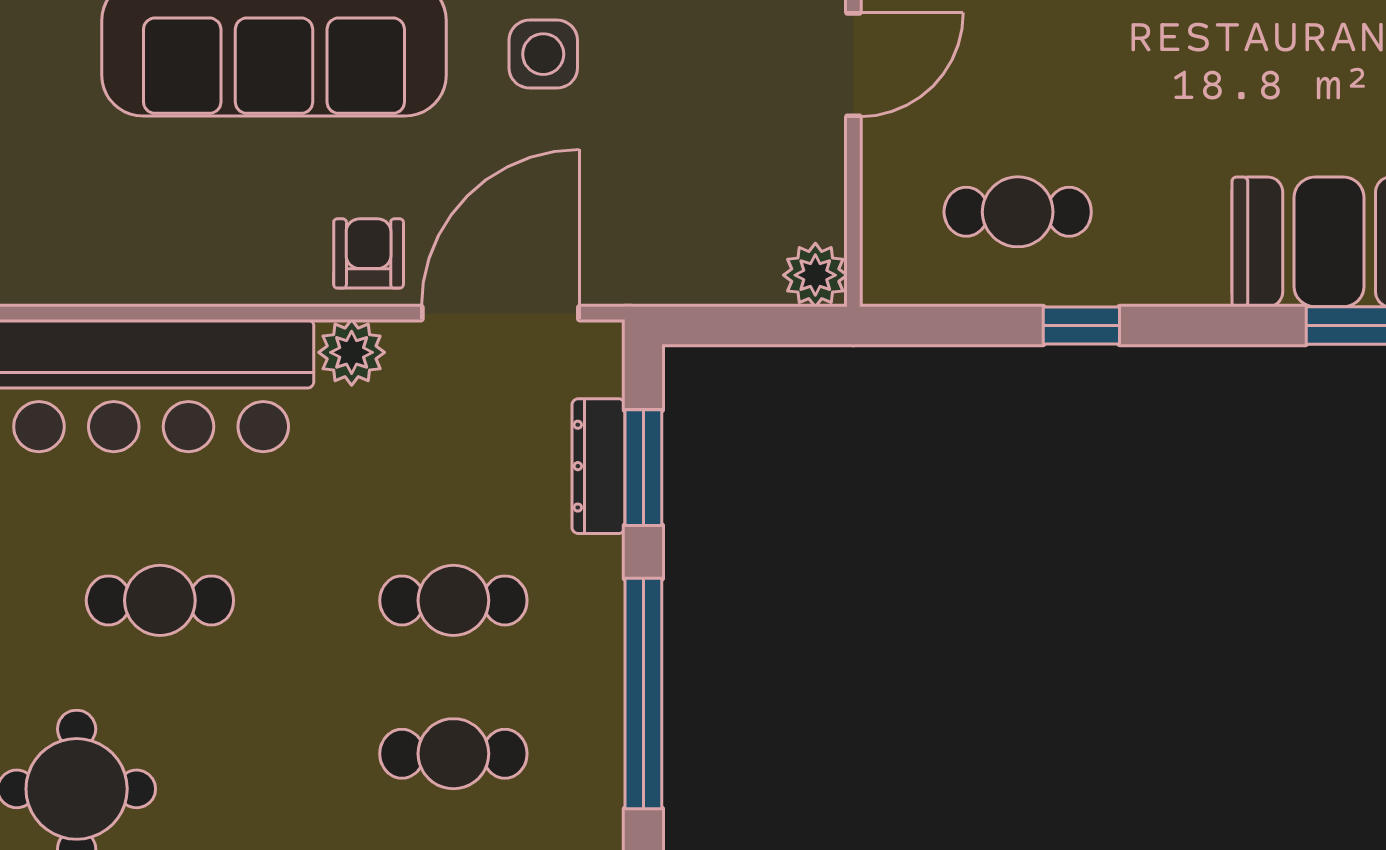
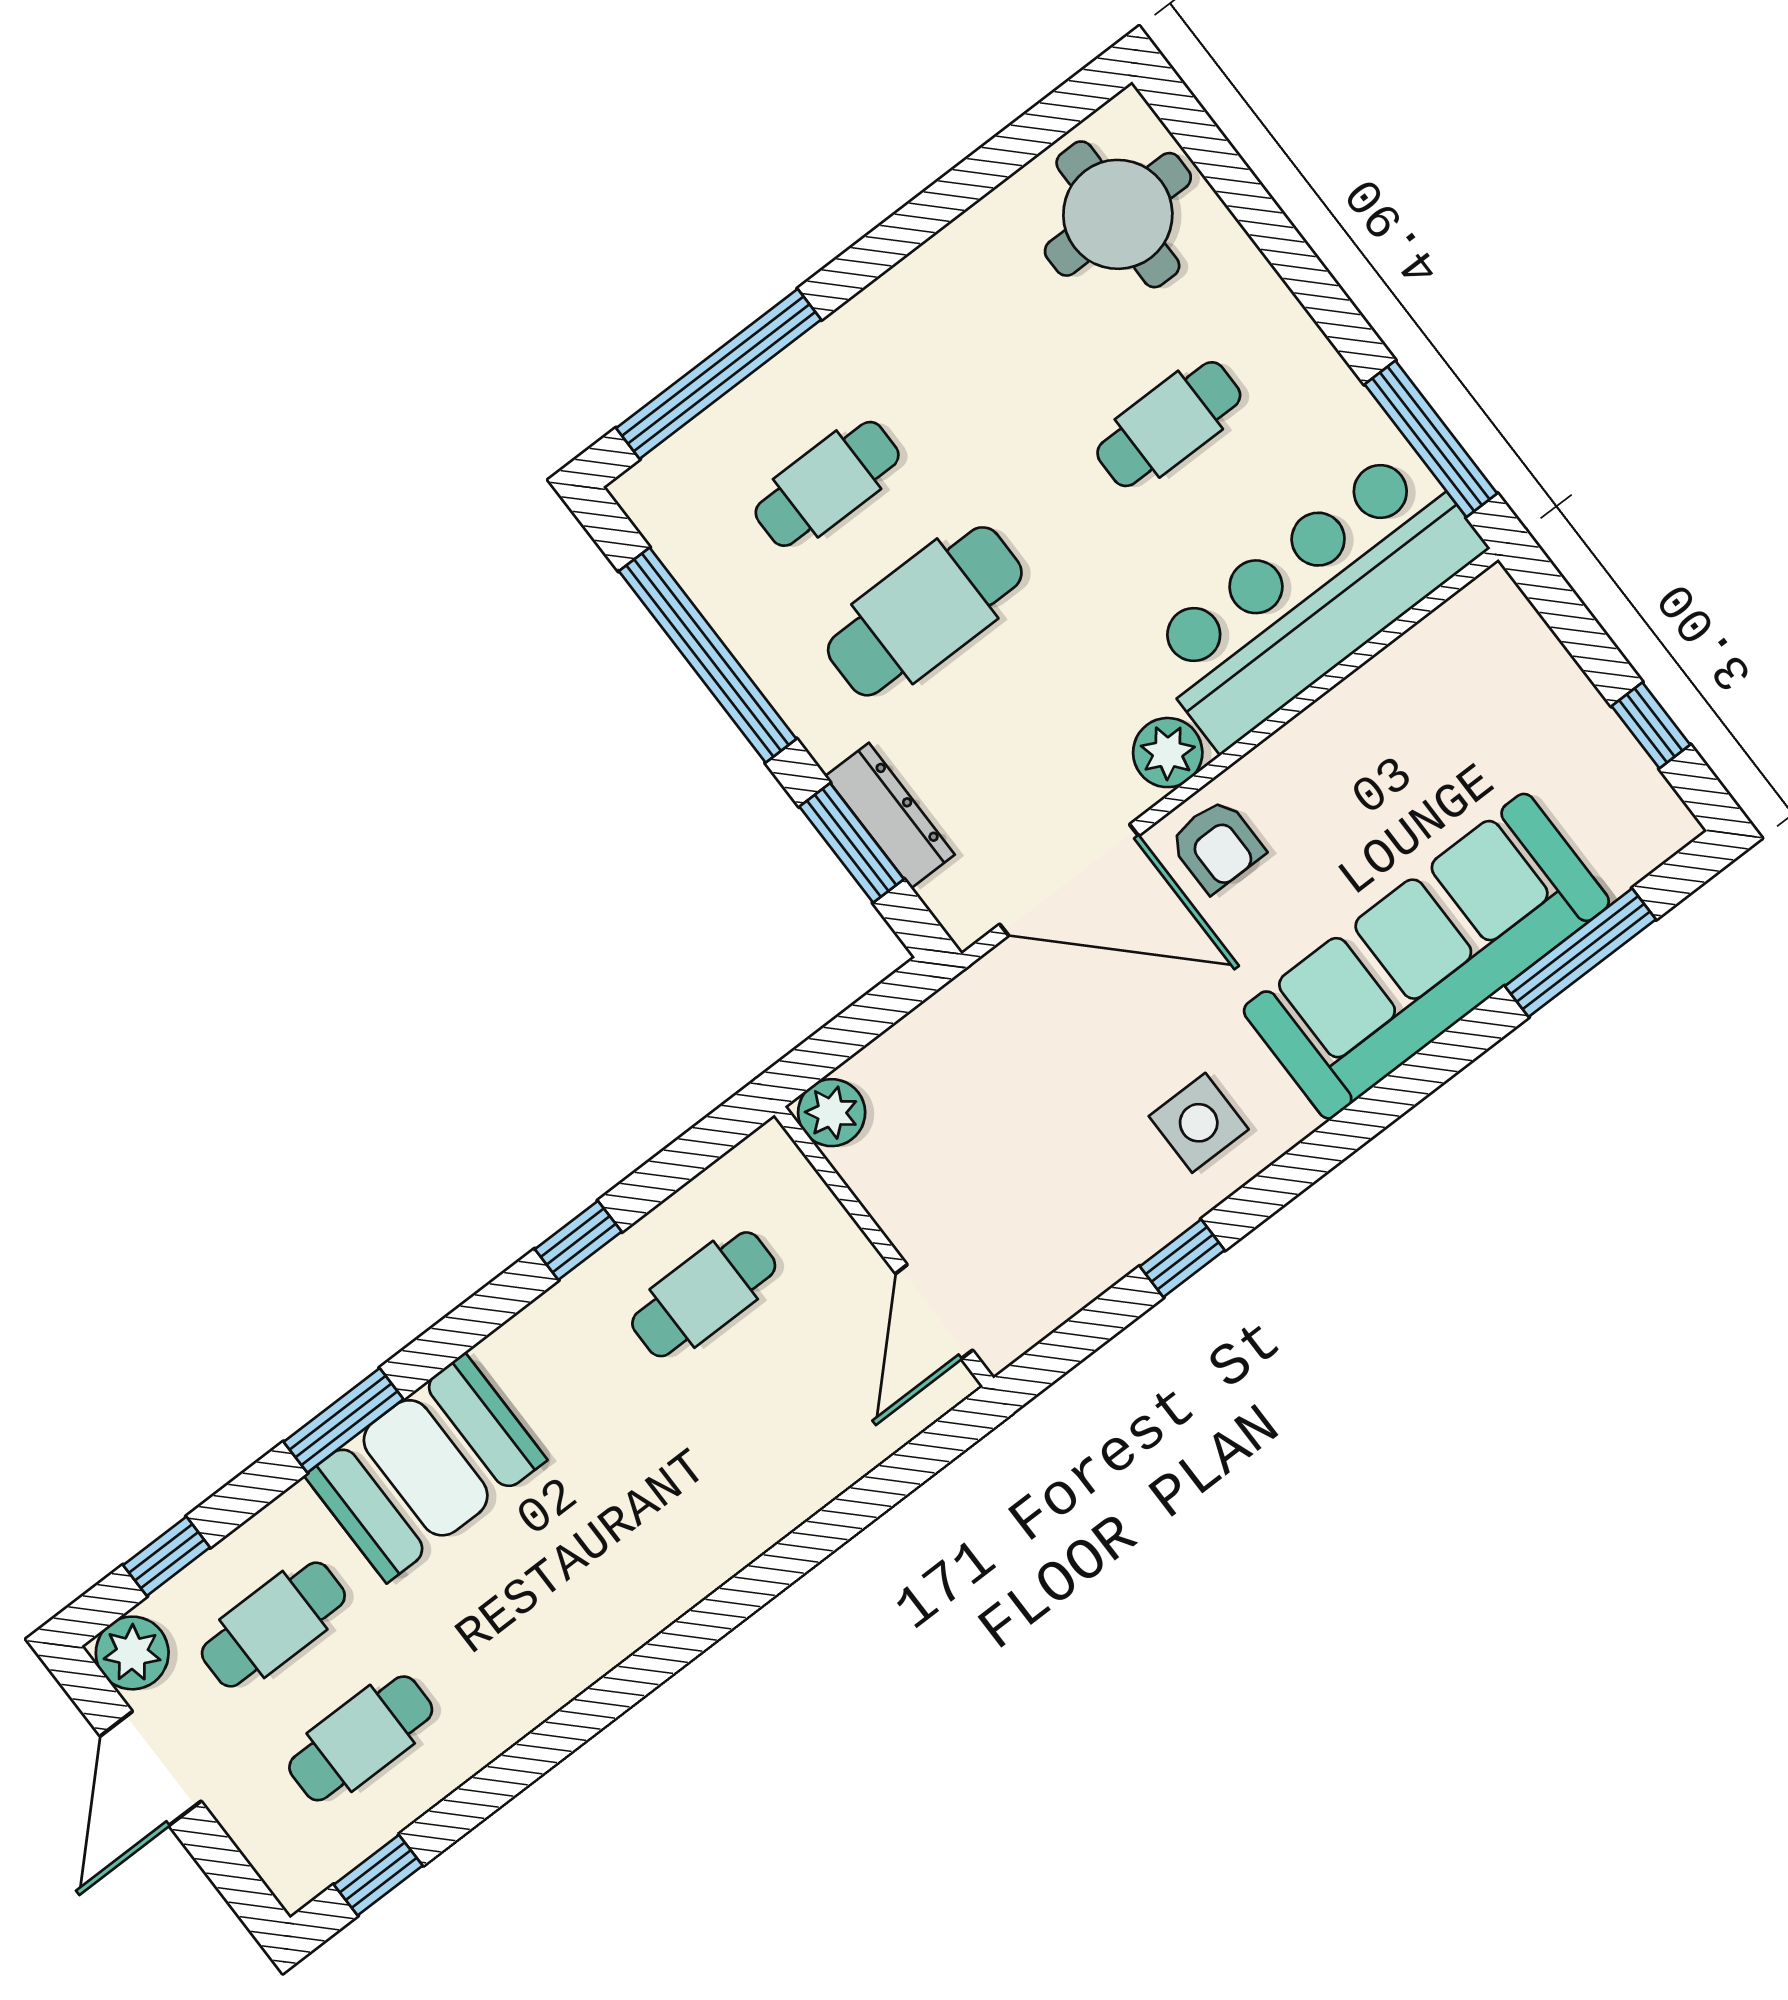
door: (500, 313) -> (1069, 880), hinge flipped
cafe table: (453, 600) -> (925, 611), width x1.37, depth x1.35

